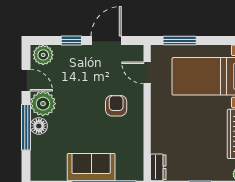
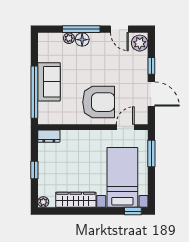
door: (26, 80) -> (119, 29), hinge flipped
plant: (43, 104) -> (69, 38), moved, width x0.53, depth x0.53
armchair: (116, 106) -> (99, 102), width x1.88, depth x1.88

